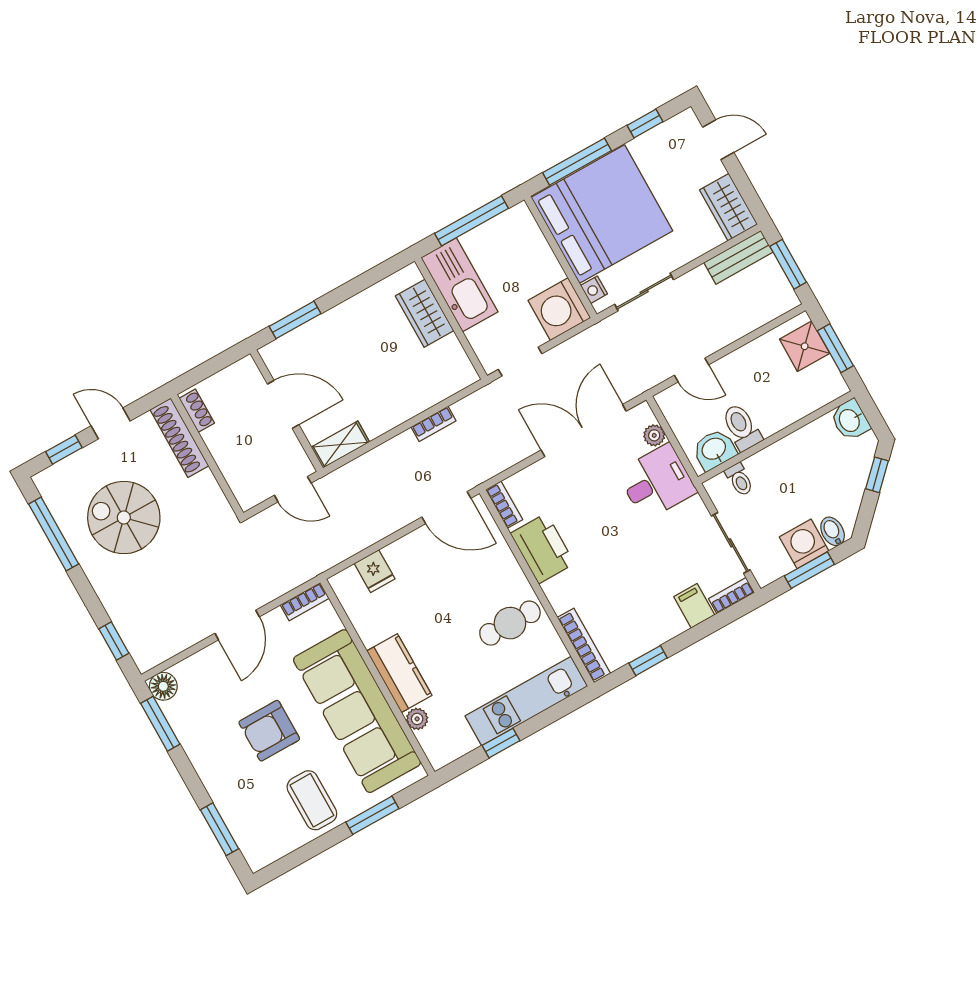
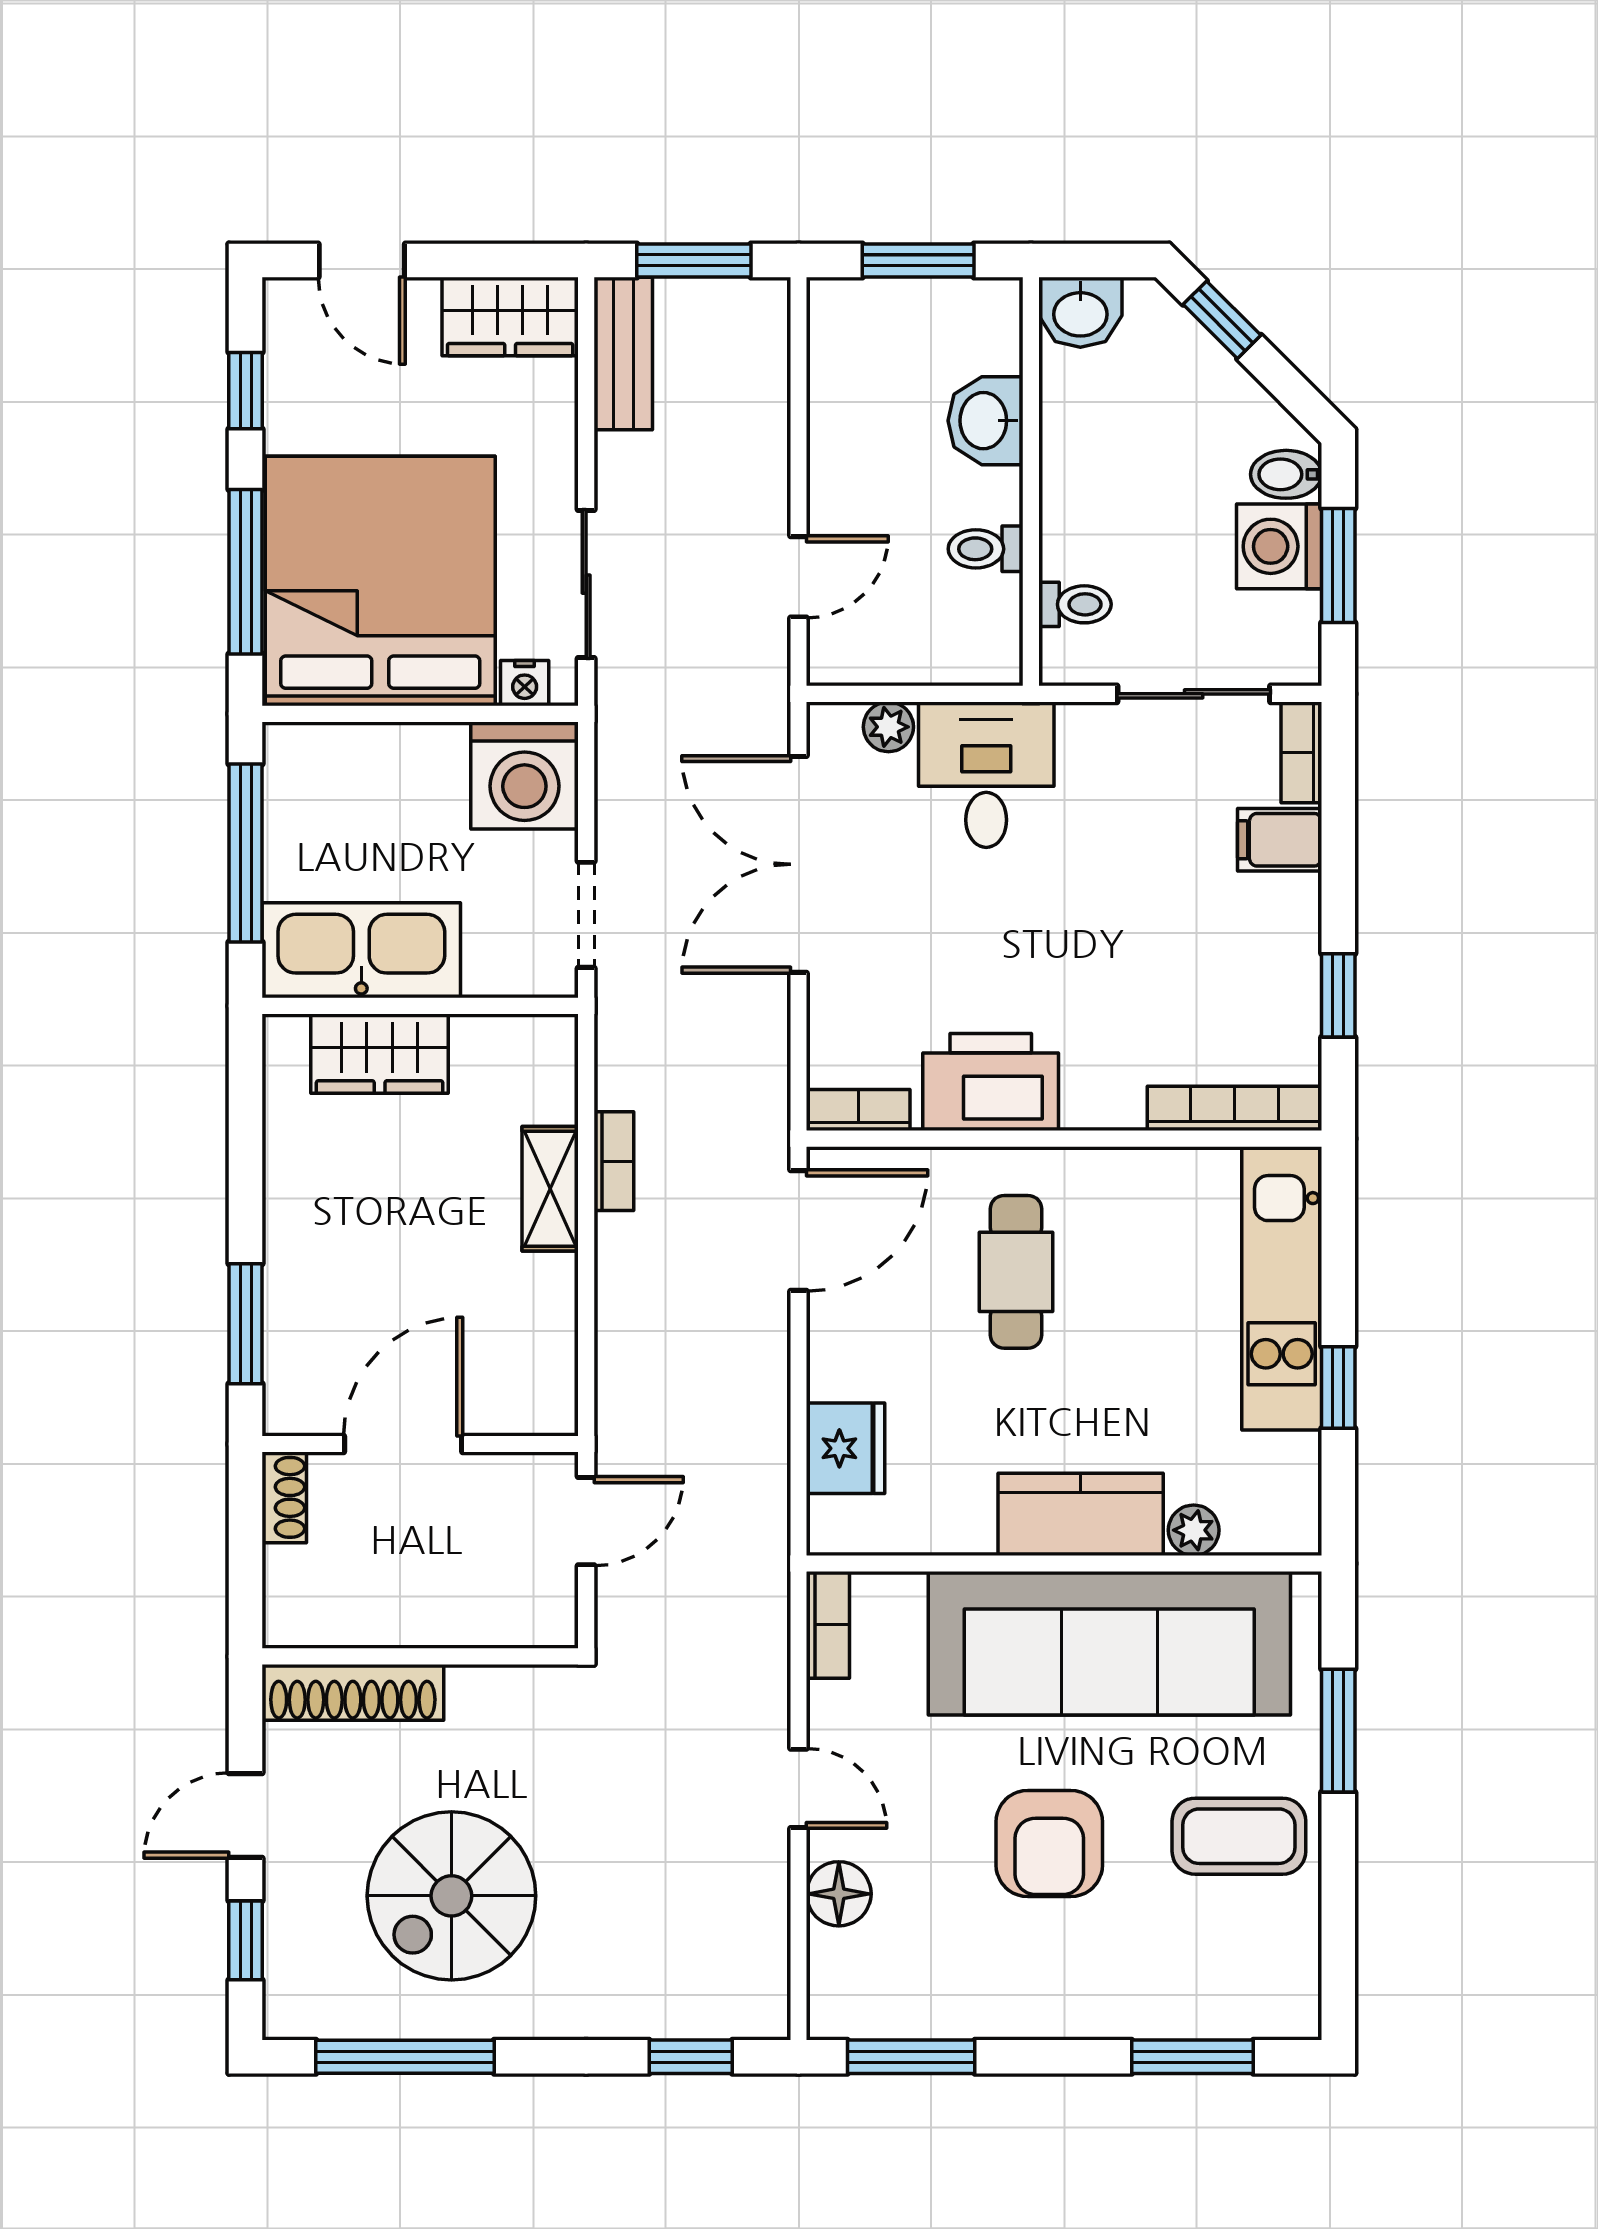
door: (718, 140) -> (362, 260), swing flipped
shower: (805, 346) -> (879, 320), removed
shoe rack: (197, 411) -> (284, 1497), moved, turned 90
toilet: (742, 427) -> (986, 549), width x0.73, depth x0.72
shelving: (340, 445) -> (550, 1189), moved
washbasin: (714, 450) -> (986, 421), moved
fridge: (375, 571) -> (846, 1448), width x1.38
cafe table: (510, 623) -> (1016, 1272), moved
door: (237, 625) -> (799, 1788), width x0.73
floor lamp: (163, 686) -> (839, 1894), moved

